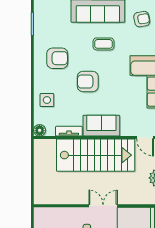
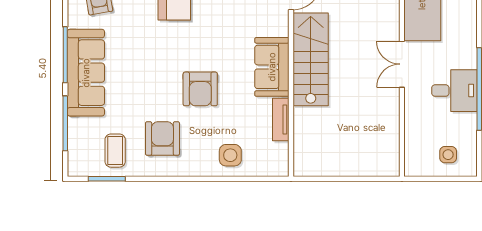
coffee table: (103, 44) -> (115, 151), moved
floor lamp: (40, 130) -> (279, 167), removed
stairs: (96, 155) -> (311, 59), width x0.73, depth x0.66

